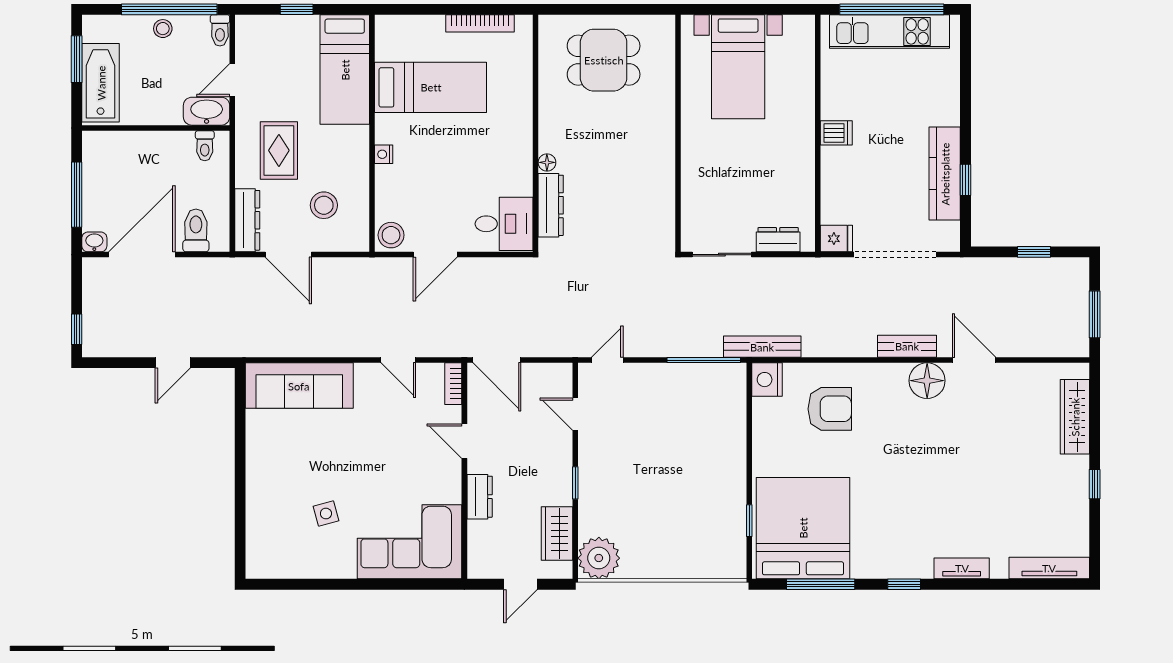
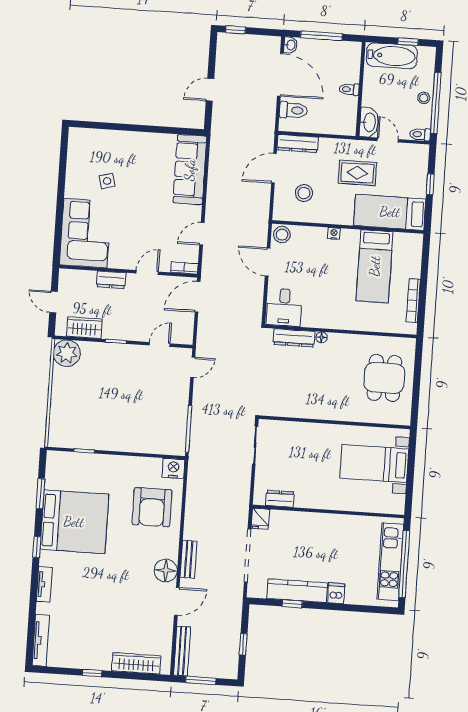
window: (77, 59) -> (408, 42), width x0.67
dishwasher: (836, 133) -> (336, 593), moved, turned 180
toilet: (205, 146) -> (349, 89), moved
rug: (279, 150) -> (357, 173), moved
dresser: (778, 240) -> (280, 499), moved, turned -90
bench: (762, 347) -> (182, 651), moved
door: (607, 360) -> (193, 367), hinge flipped
door: (173, 363) -> (210, 90), hinge flipped
armchair: (830, 409) -> (152, 507), width x1.36, depth x1.36
bed: (803, 528) -> (74, 522), moved
window: (821, 584) -> (40, 494), width x0.69

